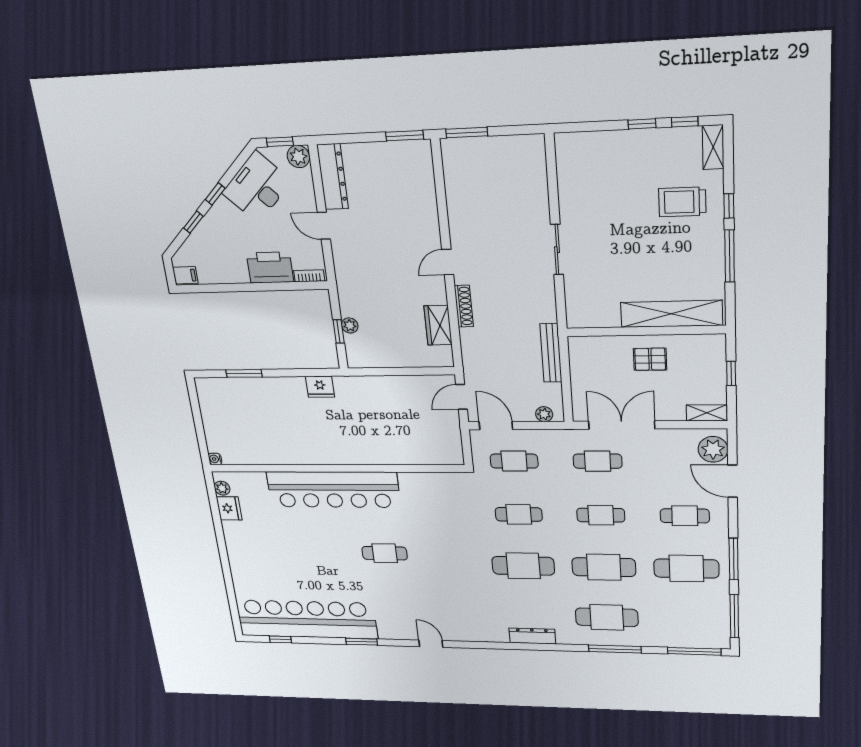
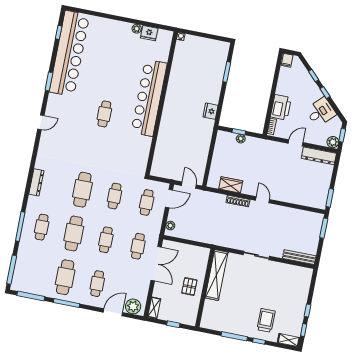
desk: (257, 187) -> (321, 112), width x0.73
shelving: (671, 314) -> (216, 275), moved
bench: (551, 353) -> (299, 257), moved
plant: (222, 488) -> (137, 29), moved
cafe table: (607, 617) -> (42, 227), width x0.73, depth x0.74

